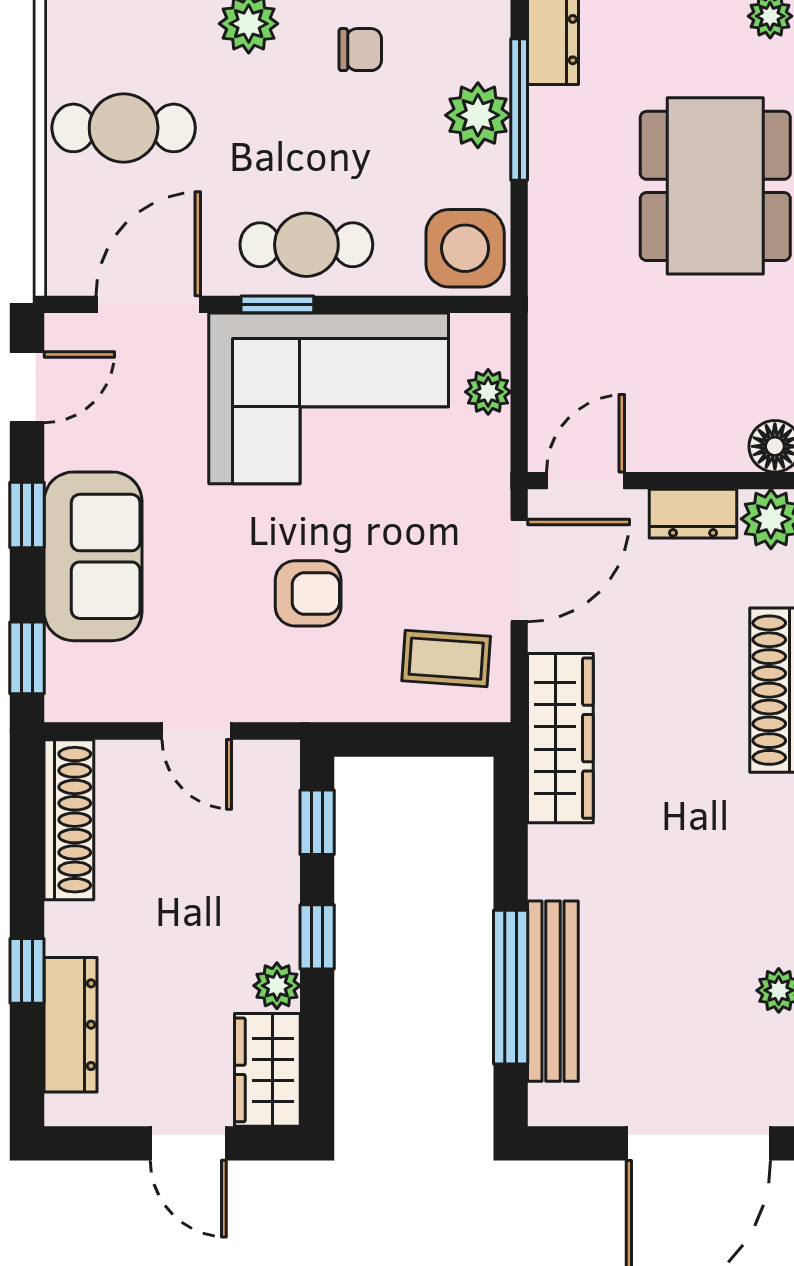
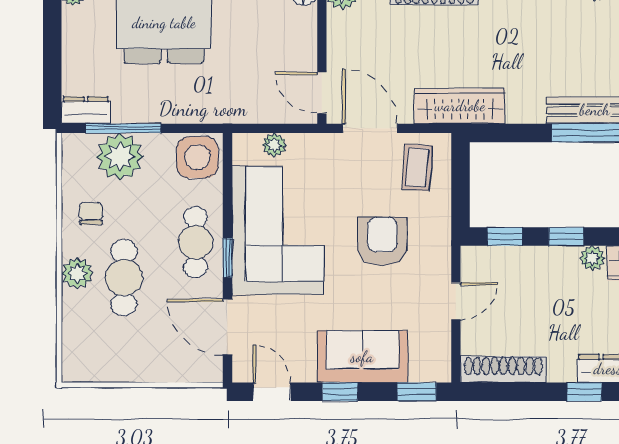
plant: (478, 115) -> (120, 157), width x1.36, depth x1.36
cafe table: (124, 128) -> (124, 278), moved
dresser: (693, 514) -> (340, 35), removed
armchair: (308, 593) -> (382, 241), width x1.38, depth x1.38

